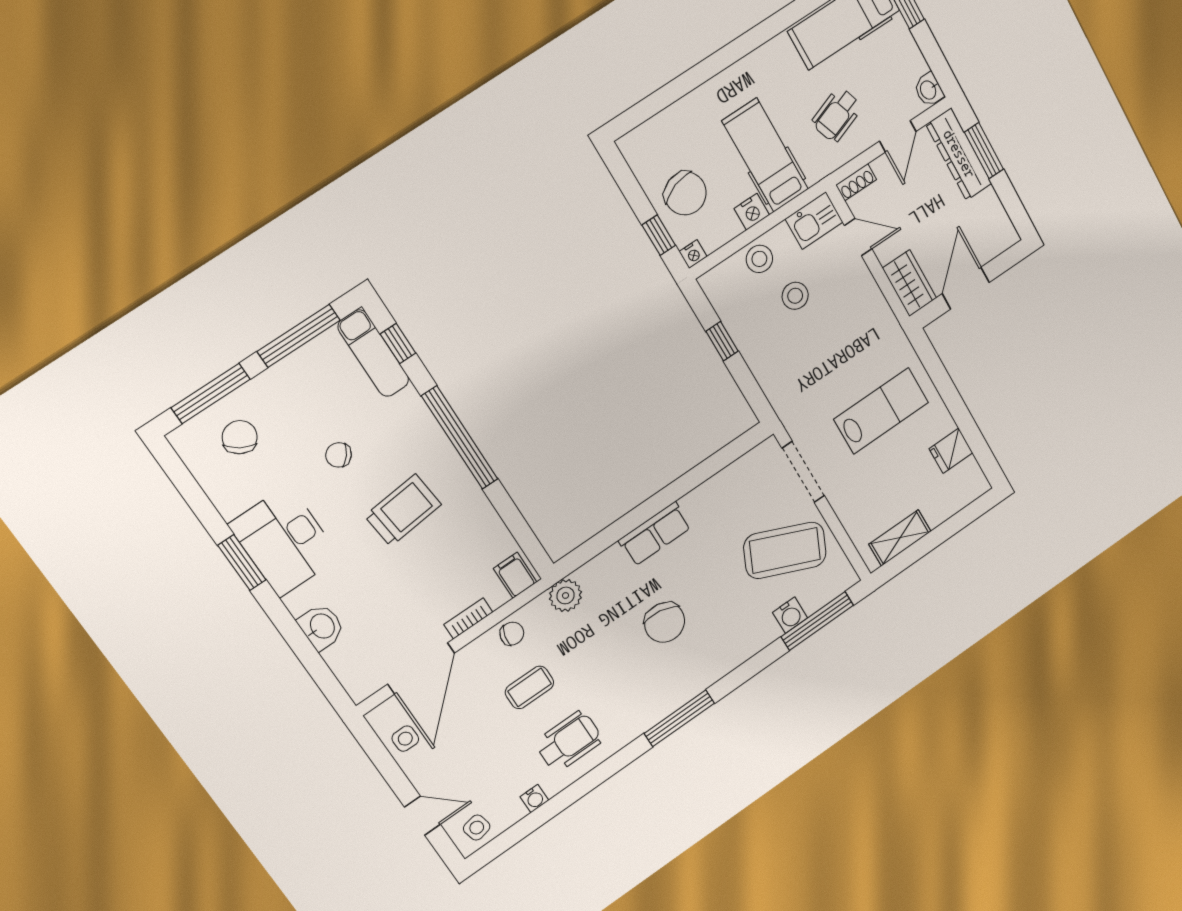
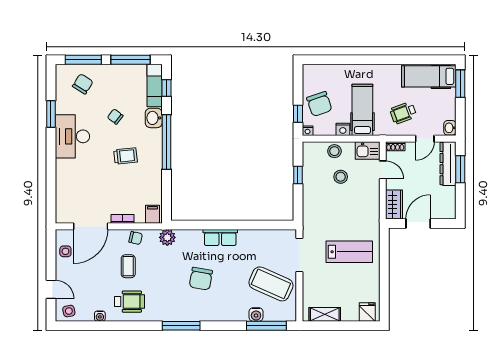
fridge: (951, 451) -> (367, 312), moved, turned 90
trolley: (403, 510) -> (125, 156), width x0.73, depth x0.72
window: (242, 563) -> (51, 114), moved
washbasin: (322, 627) -> (154, 118), moved, turned 180
coffee table: (529, 687) -> (128, 266), turned 90

